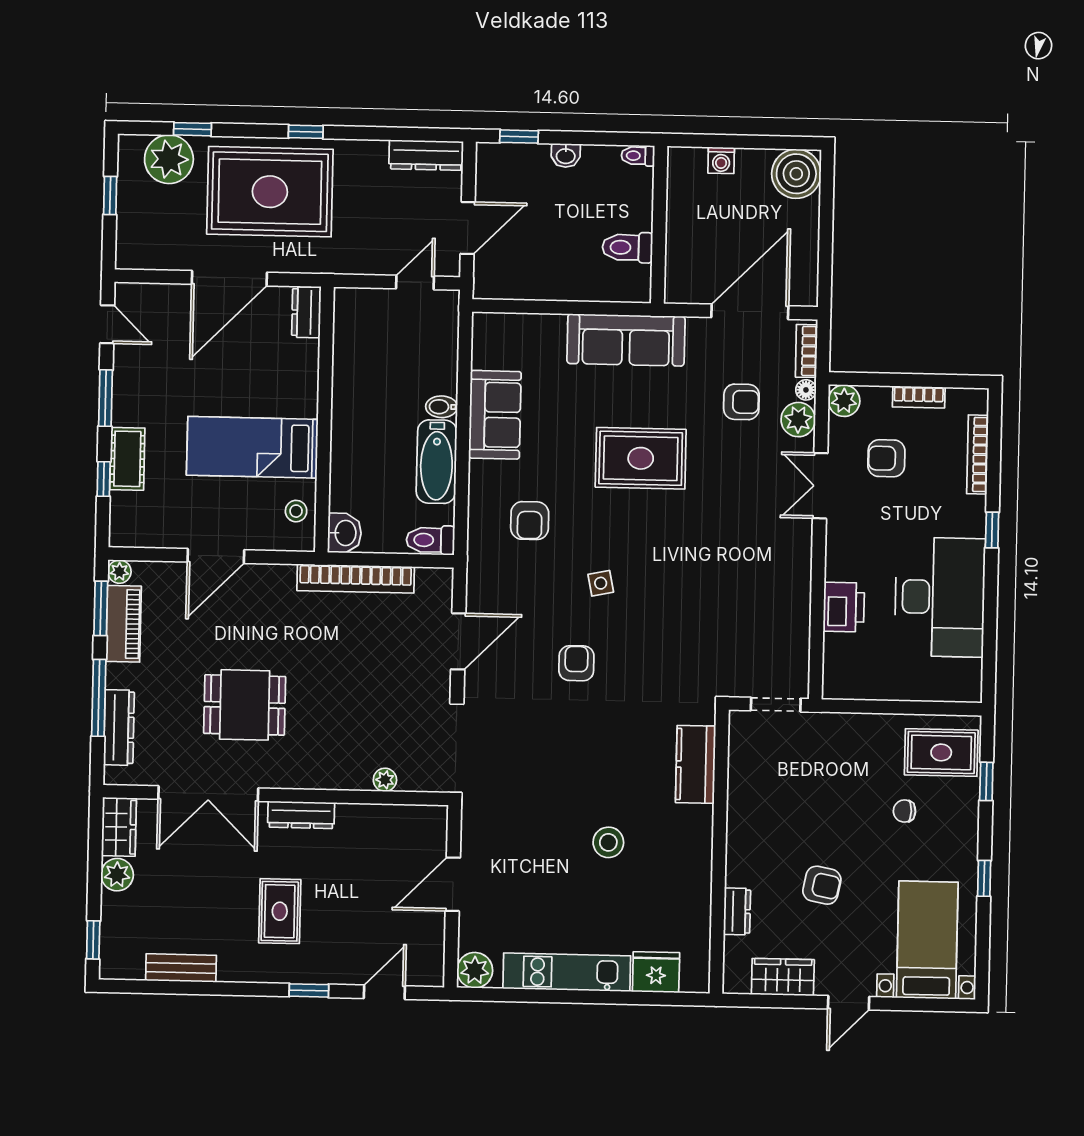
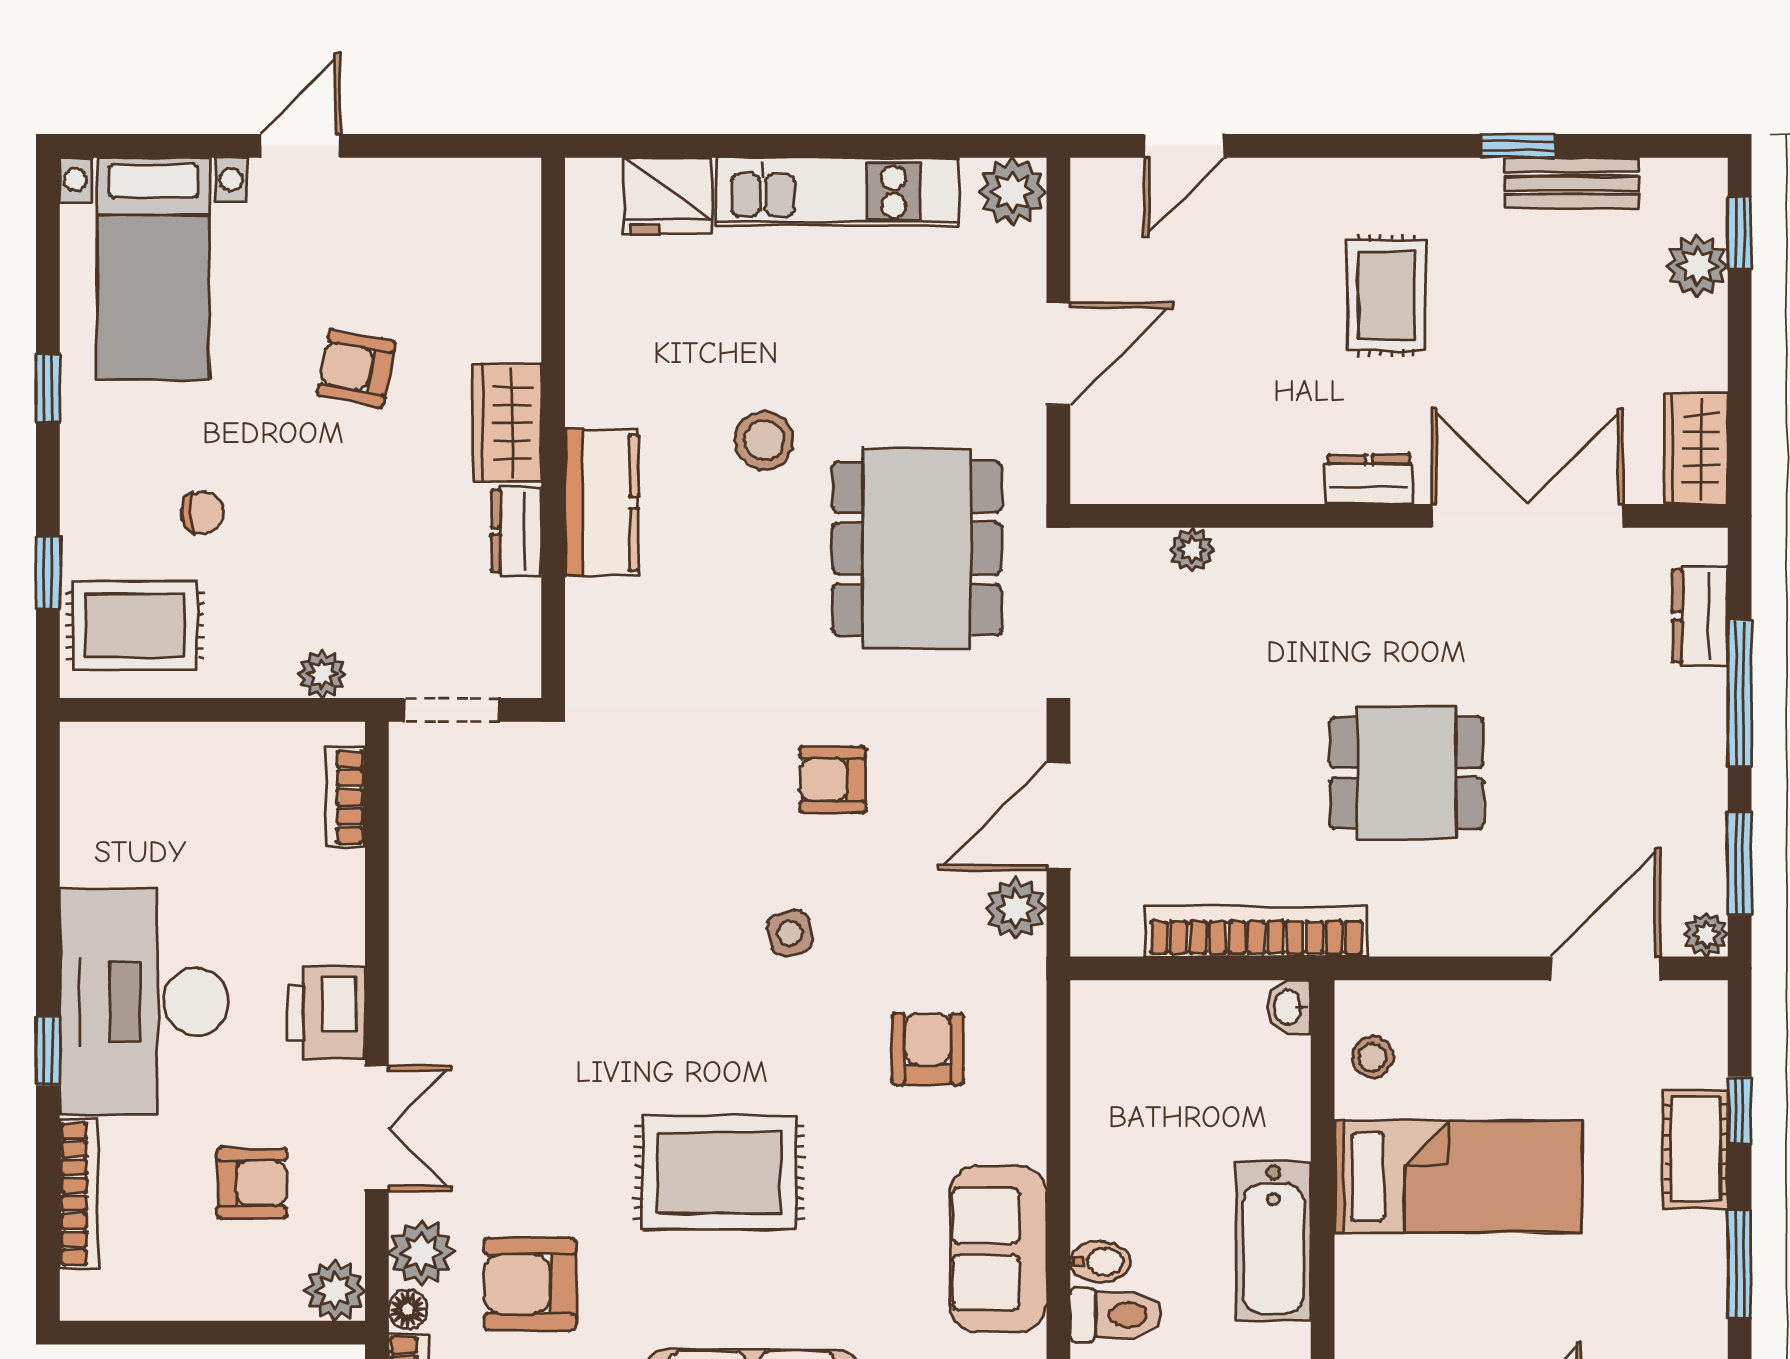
bookcase: (919, 397) -> (345, 797), moved, turned -90
armchair: (741, 402) -> (530, 1284), width x1.38, depth x1.38
bathtub: (437, 462) -> (1274, 1241), moved, turned 180
washbasin: (345, 533) -> (1289, 1007), width x0.72, depth x0.69
toilet: (430, 540) -> (1116, 1315), moved
door: (216, 556) -> (1605, 968), moved
plant: (482, 593) -> (1016, 908), added
desk: (940, 597) -> (144, 1002), moved
printer: (844, 607) -> (326, 1013), moved
piano: (124, 624) -> (1696, 835), removed
armchair: (576, 663) -> (833, 780), turned 90
dining table: (245, 705) -> (1406, 773), moved
plant: (843, 725) -> (322, 674), added
dresser: (119, 727) -> (1700, 616), width x0.70
kitchen counter: (696, 764) -> (602, 502), moved
dining table: (529, 784) -> (917, 548), added
dresser: (301, 815) -> (1369, 479), width x0.70
plant: (117, 875) -> (1697, 266), moved
dresser: (737, 911) -> (516, 531), moved
wardrobe: (783, 977) -> (507, 423), moved, turned 90
window: (309, 990) -> (1518, 146), moved

